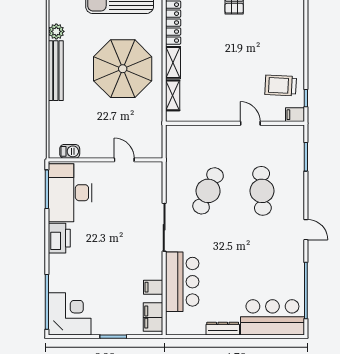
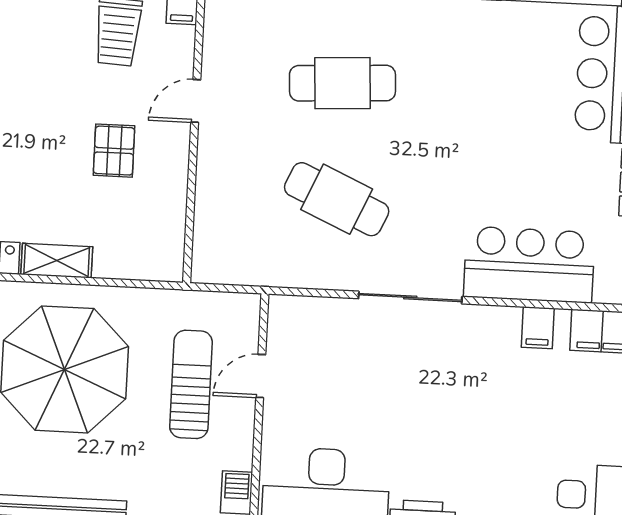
pallet: (225, 87) -> (114, 151), added
shelving: (173, 95) -> (128, 265), removed
sun lounger: (119, 128) -> (191, 384), added

